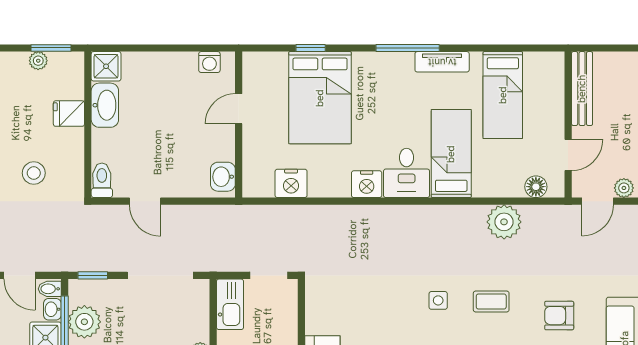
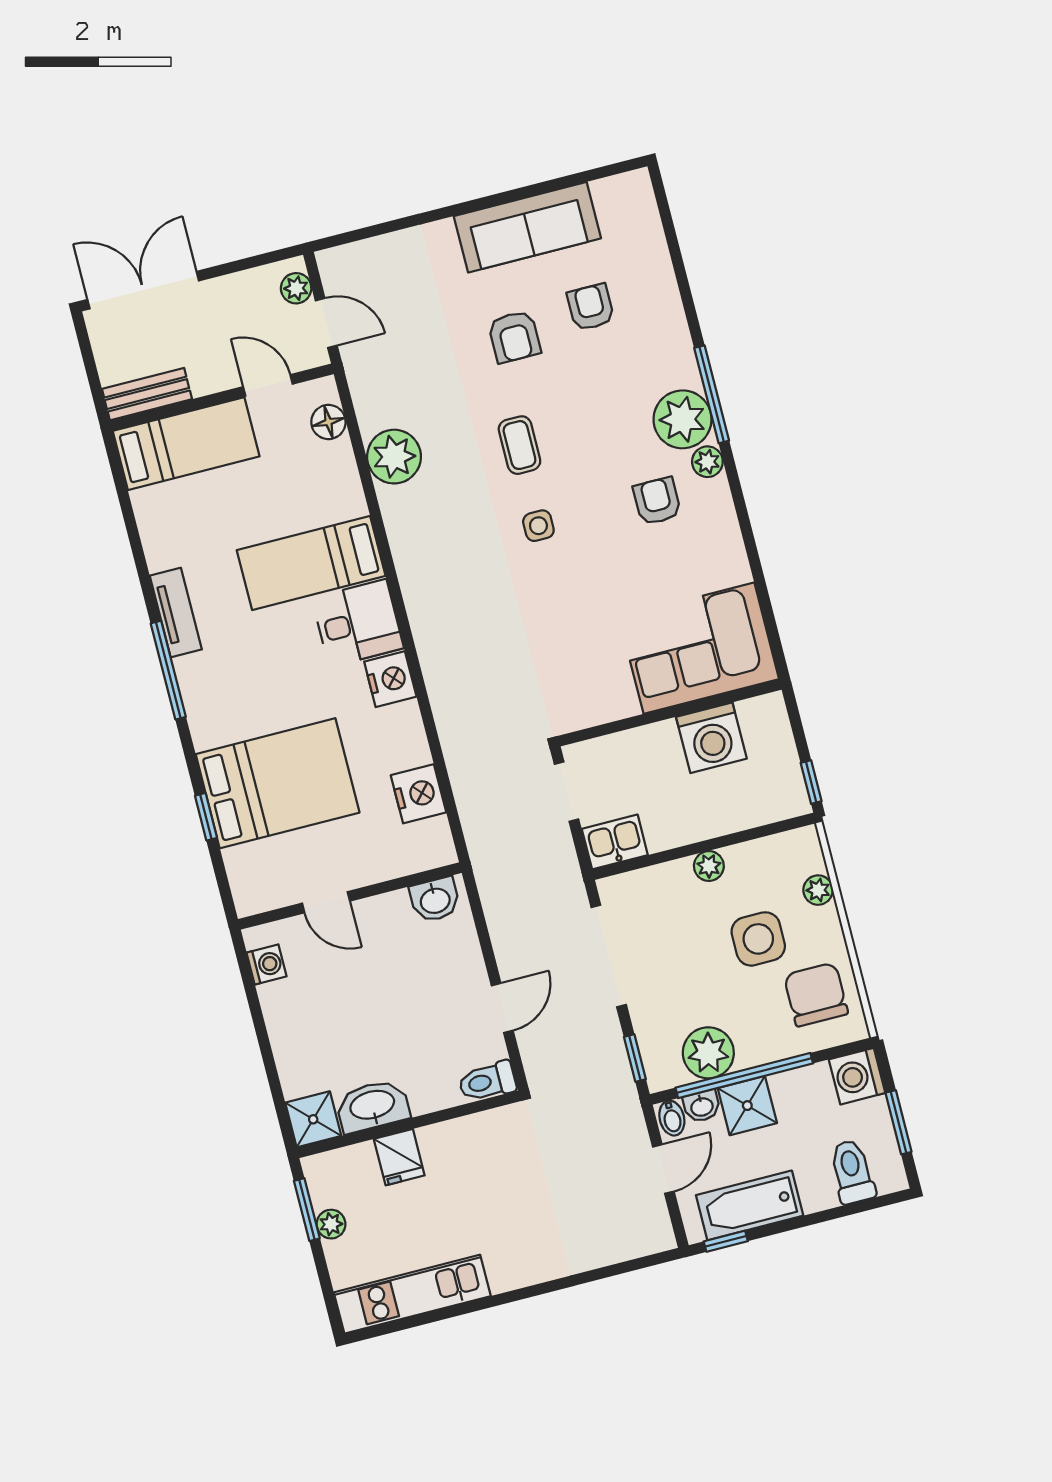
bench: (582, 89) -> (147, 394), width x0.73
bed: (503, 95) -> (186, 444), moved
stool: (34, 173) -> (503, 1187), removed
kitchen sink: (230, 304) -> (615, 842), width x0.73

